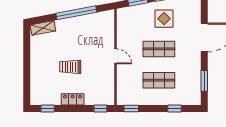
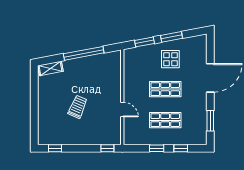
door: (115, 56) -> (122, 110), moved
trolley: (70, 67) -> (78, 107), turned 113
locker: (73, 99) -> (80, 139), removed
window: (131, 109) -> (157, 148), moved

